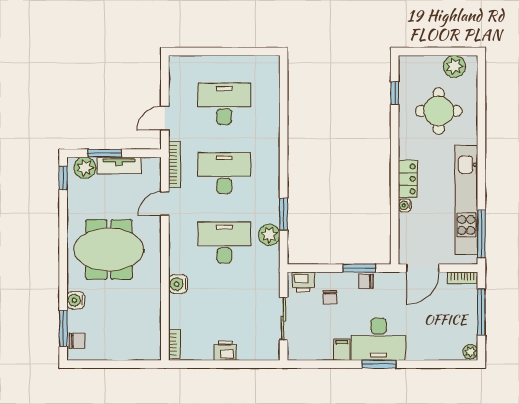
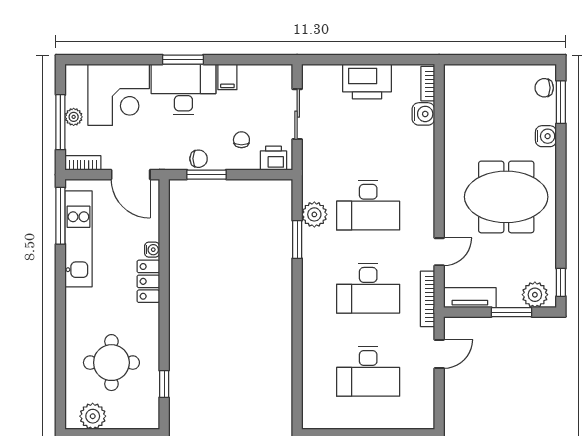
tv unit: (119, 165) -> (470, 298), moved
kitchen unit: (466, 200) -> (78, 239), width x0.73
door: (423, 268) -> (131, 175), swing flipped
water cooler: (178, 284) -> (423, 114), moved
corner desk: (433, 335) -> (119, 95), added
printer: (225, 351) -> (367, 82), width x1.87, depth x1.48
plant: (470, 352) -> (74, 117), moved

